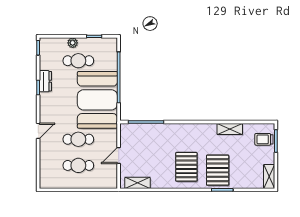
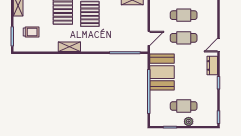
dresser: (45, 81) -> (212, 65), moved
booth: (97, 100) -> (162, 72), width x0.73, depth x0.70
shelving: (230, 129) -> (69, 47), moved
trolley: (264, 139) -> (31, 32), moved
door: (119, 155) -> (149, 38), moved

